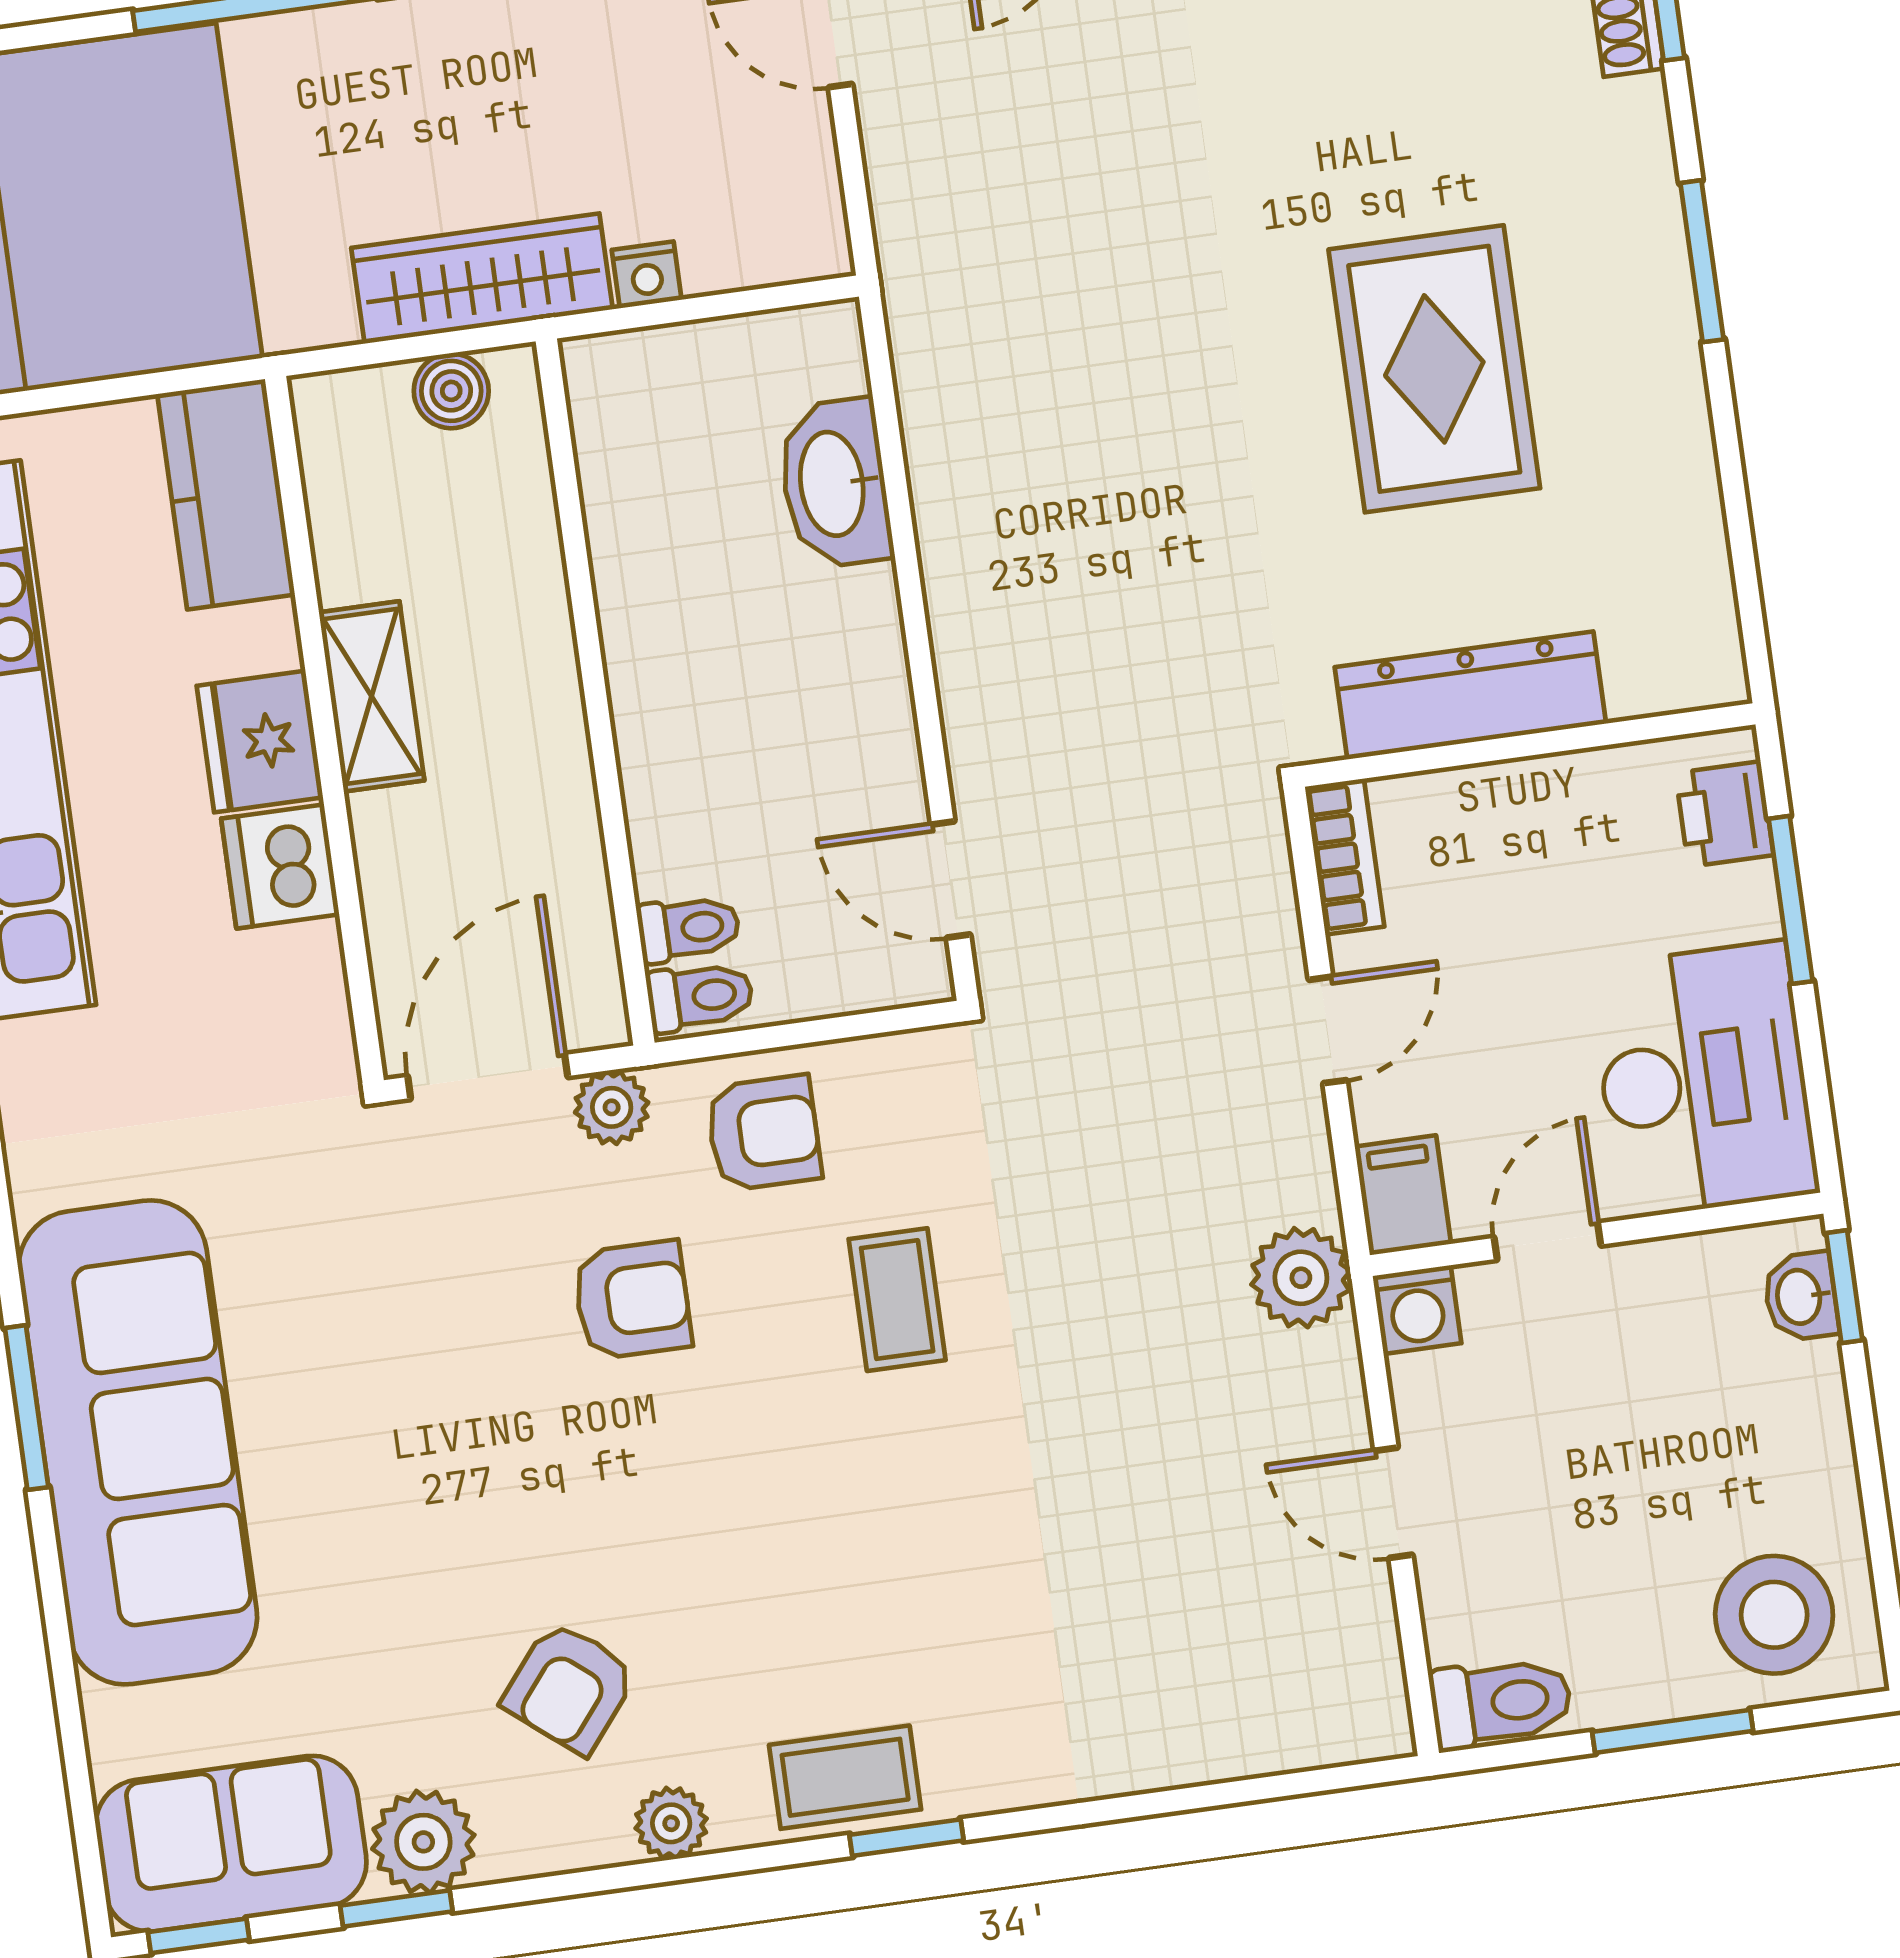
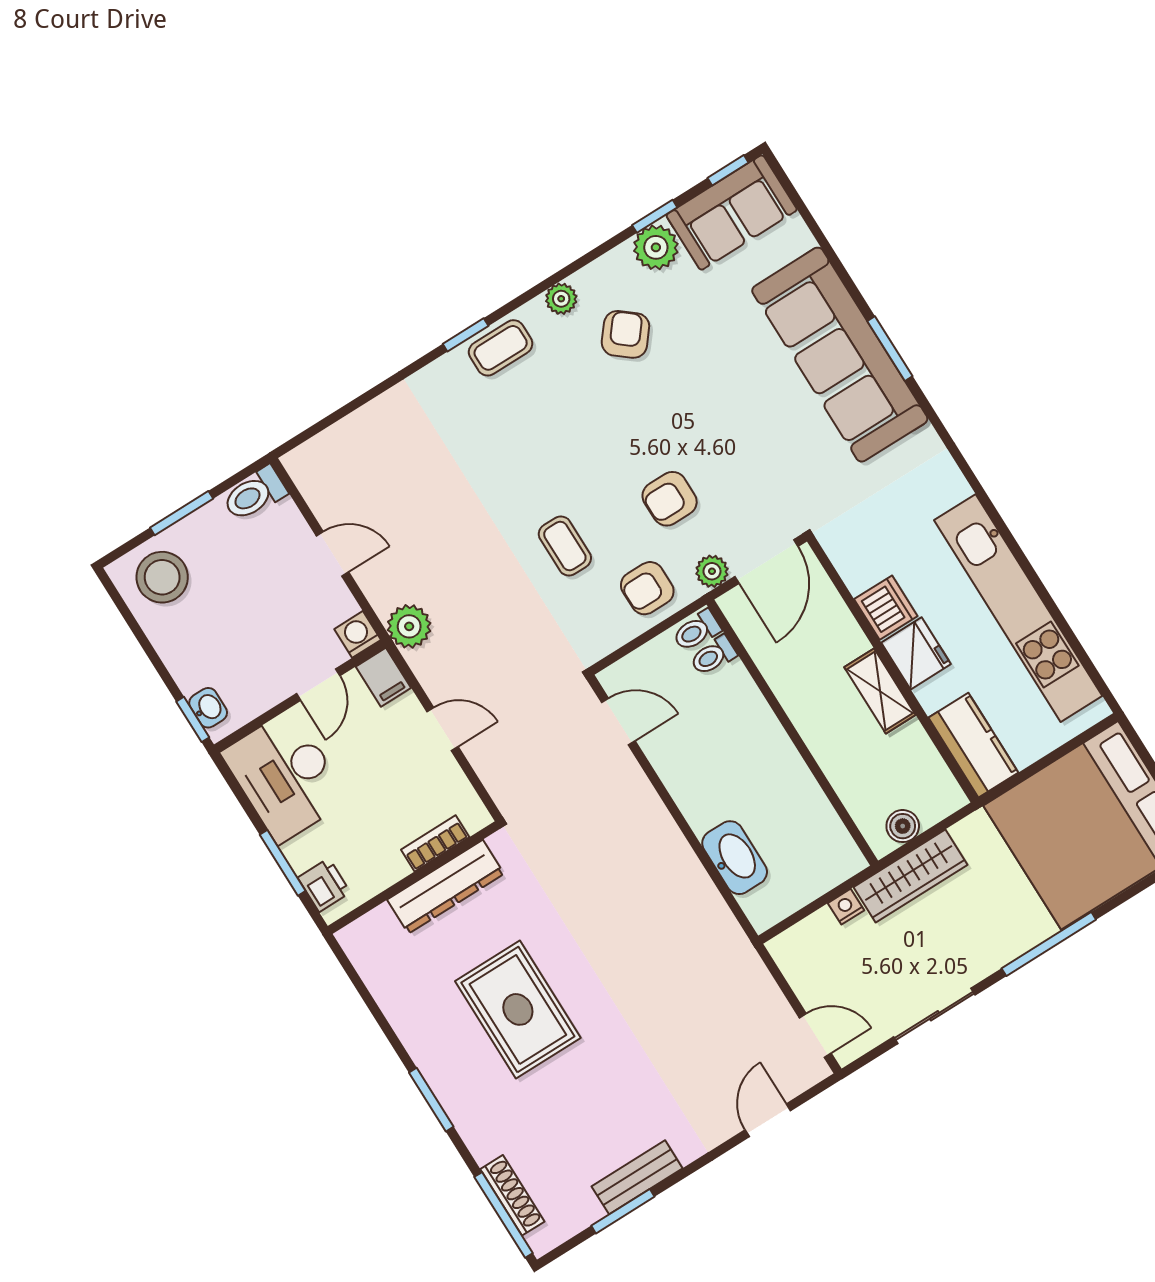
bookcase: (1345, 857) -> (435, 843), moved, turned 90
door: (1328, 1030) -> (443, 729), swing flipped

